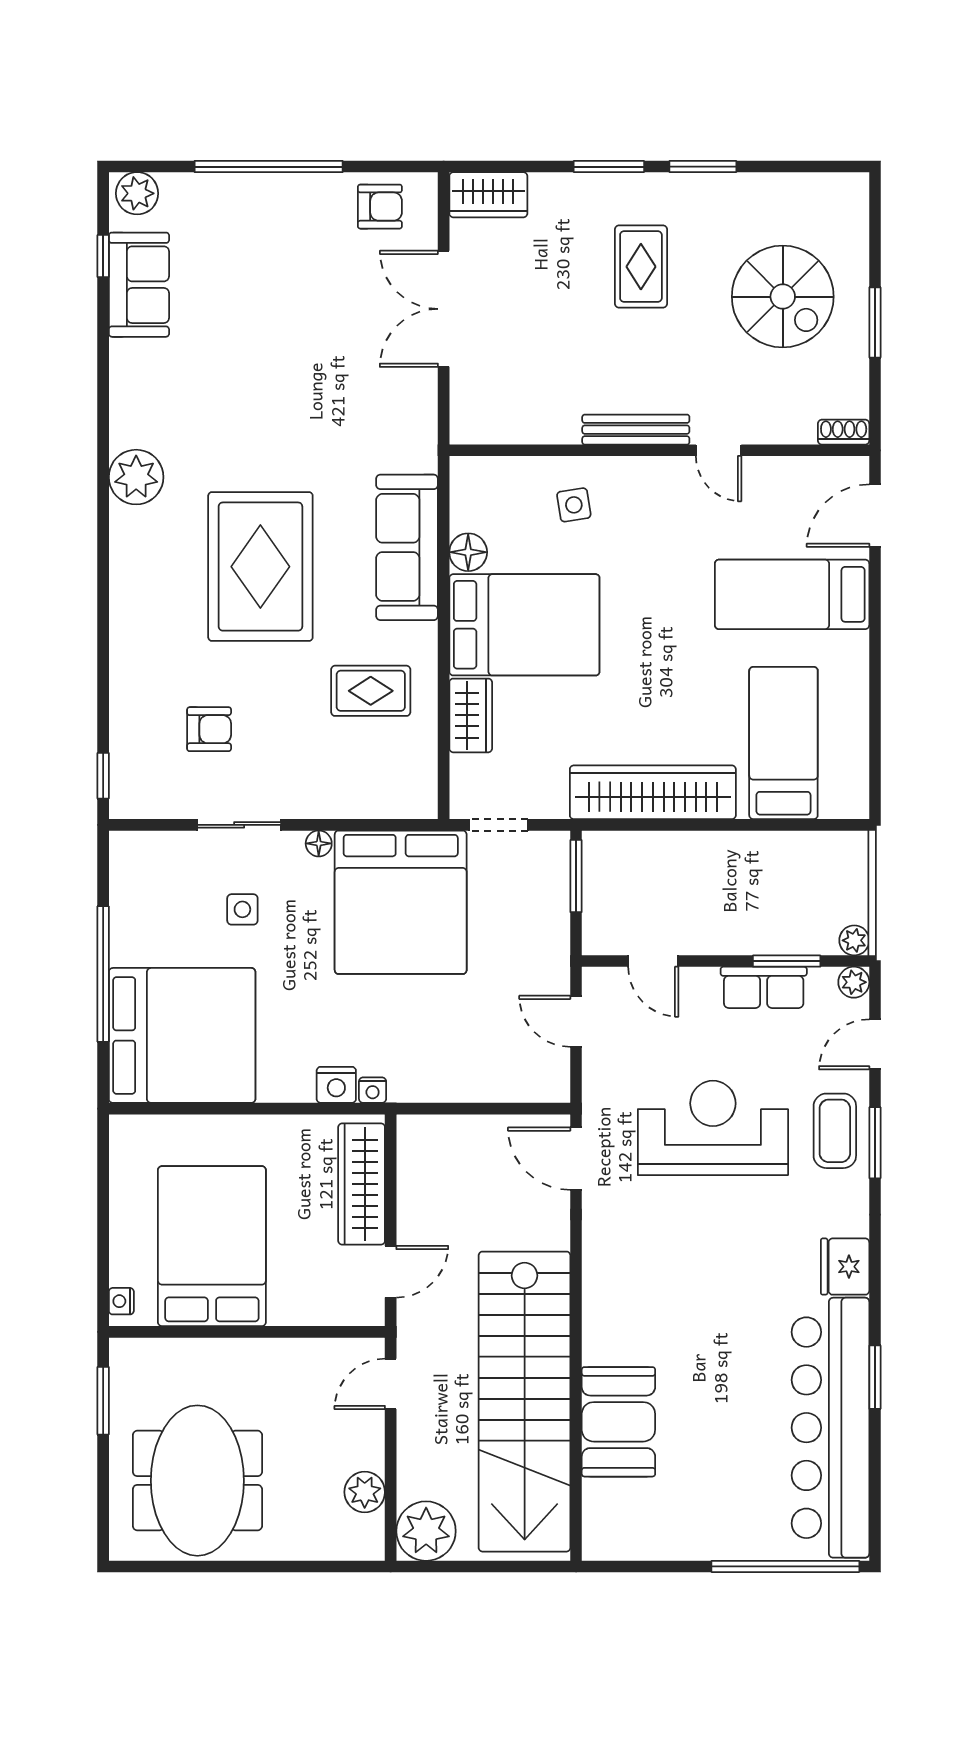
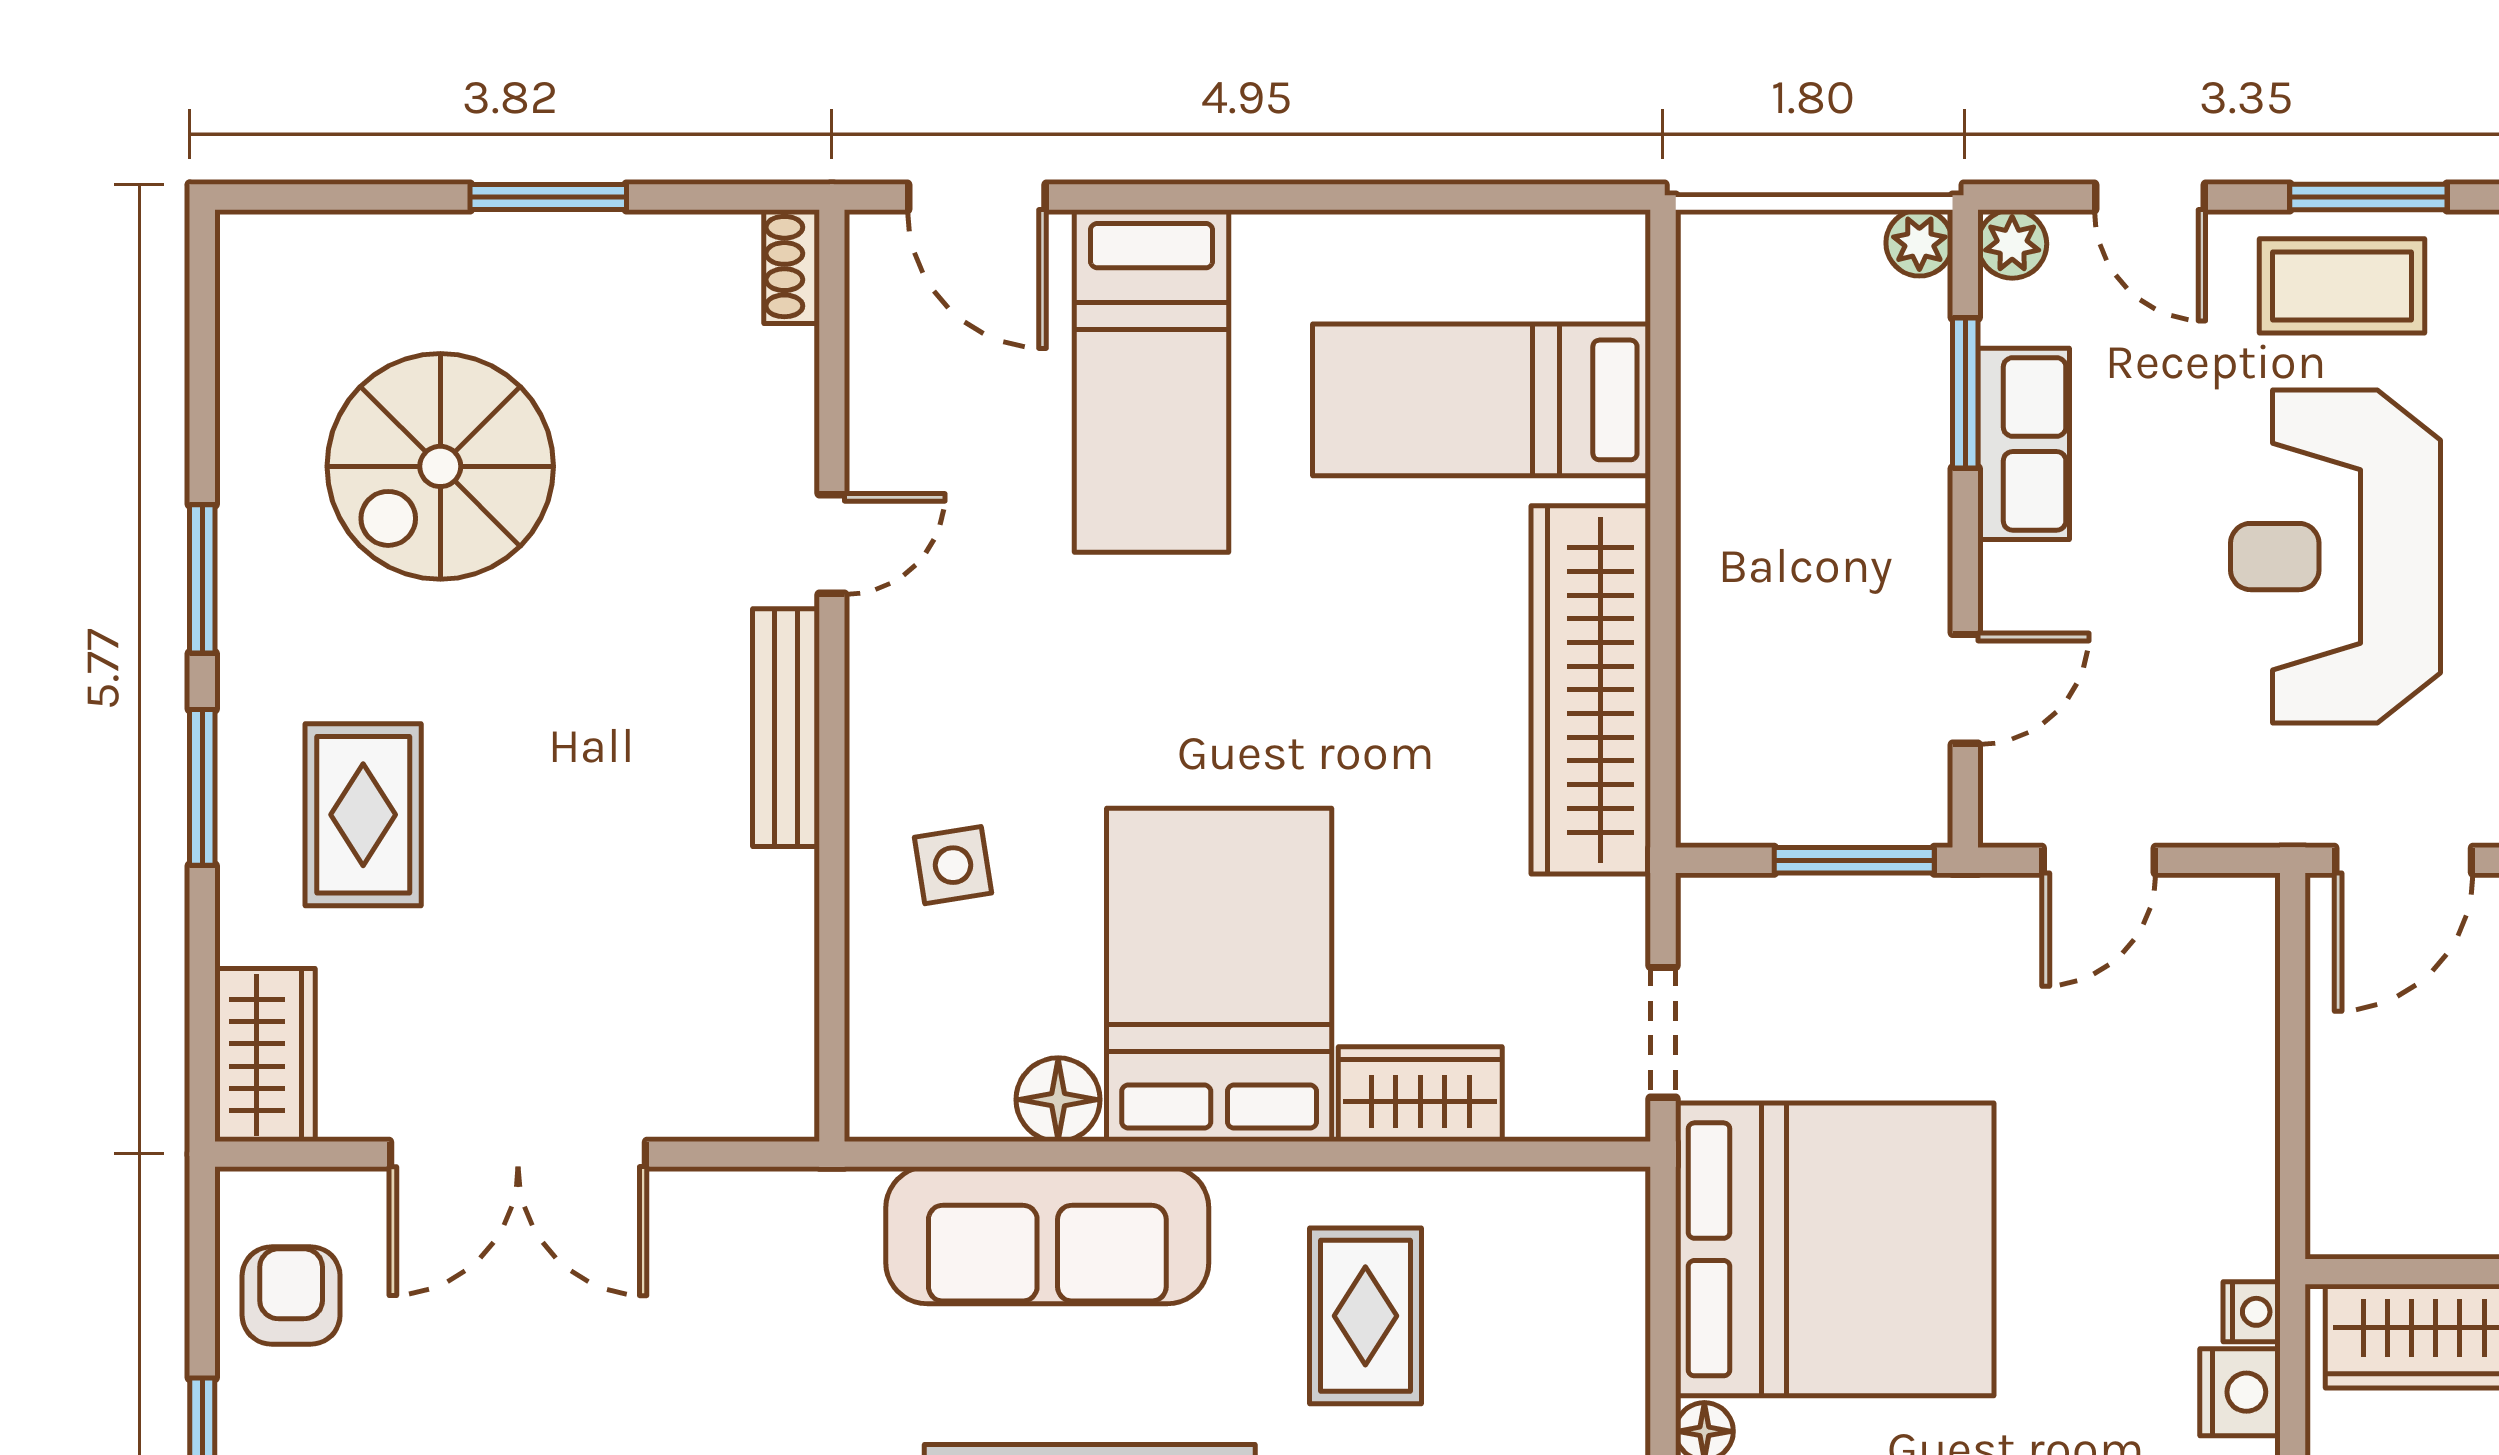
rug: (641, 267) -> (363, 815), moved, turned 90
spiral stairs: (783, 297) -> (440, 466), moved, turned 180
window: (576, 876) -> (1854, 860), moved

